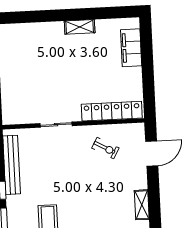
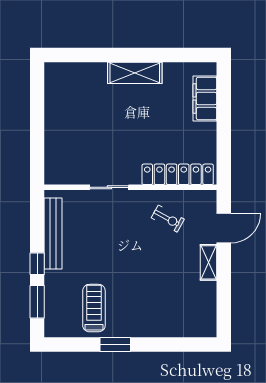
shelving: (80, 27) -> (135, 73), width x1.50, depth x1.33
shelving: (142, 205) -> (209, 262), moved

